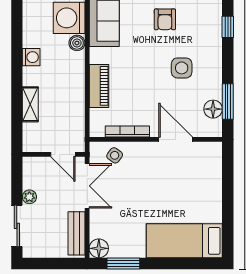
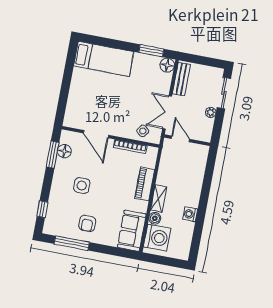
armchair: (165, 19) -> (87, 223), turned 180
shelving: (30, 104) -> (158, 199), moved

